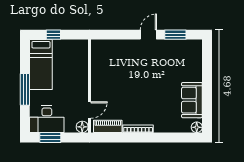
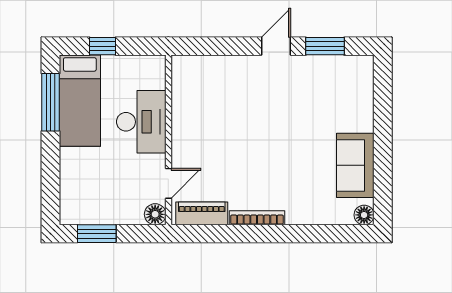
window: (25, 89) -> (51, 102), moved
desk: (47, 119) -> (141, 122), moved, turned -90

